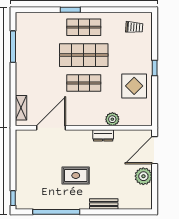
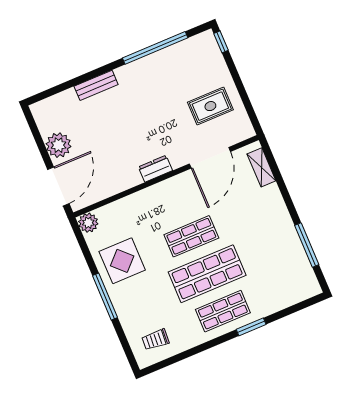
window: (155, 68) -> (105, 297), width x2.17
plant: (112, 119) -> (88, 223), moved
dresser: (103, 135) -> (155, 169), moved
rug: (76, 175) -> (210, 106), moved

